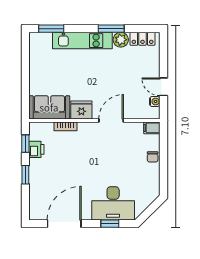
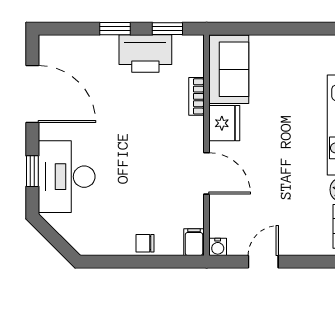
water cooler: (155, 101) -> (218, 247), moved
printer: (36, 149) -> (145, 53), width x1.87, depth x1.48

